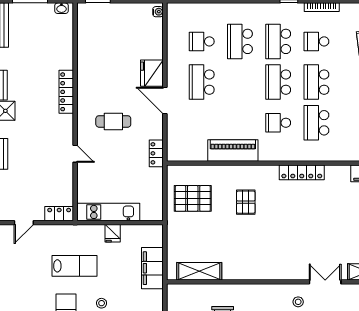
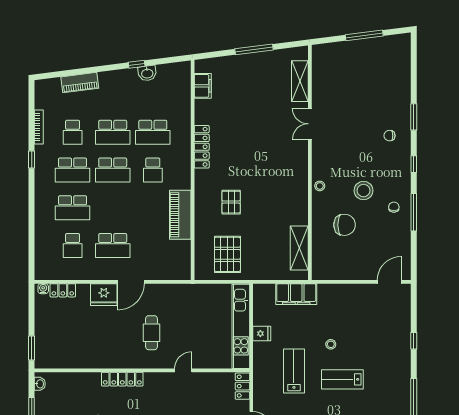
locker: (156, 153) -> (63, 290), moved
pallet: (246, 202) -> (231, 202), turned 90
kitchen unit: (108, 212) -> (241, 326), width x1.36
stool: (298, 302) -> (320, 186), moved

